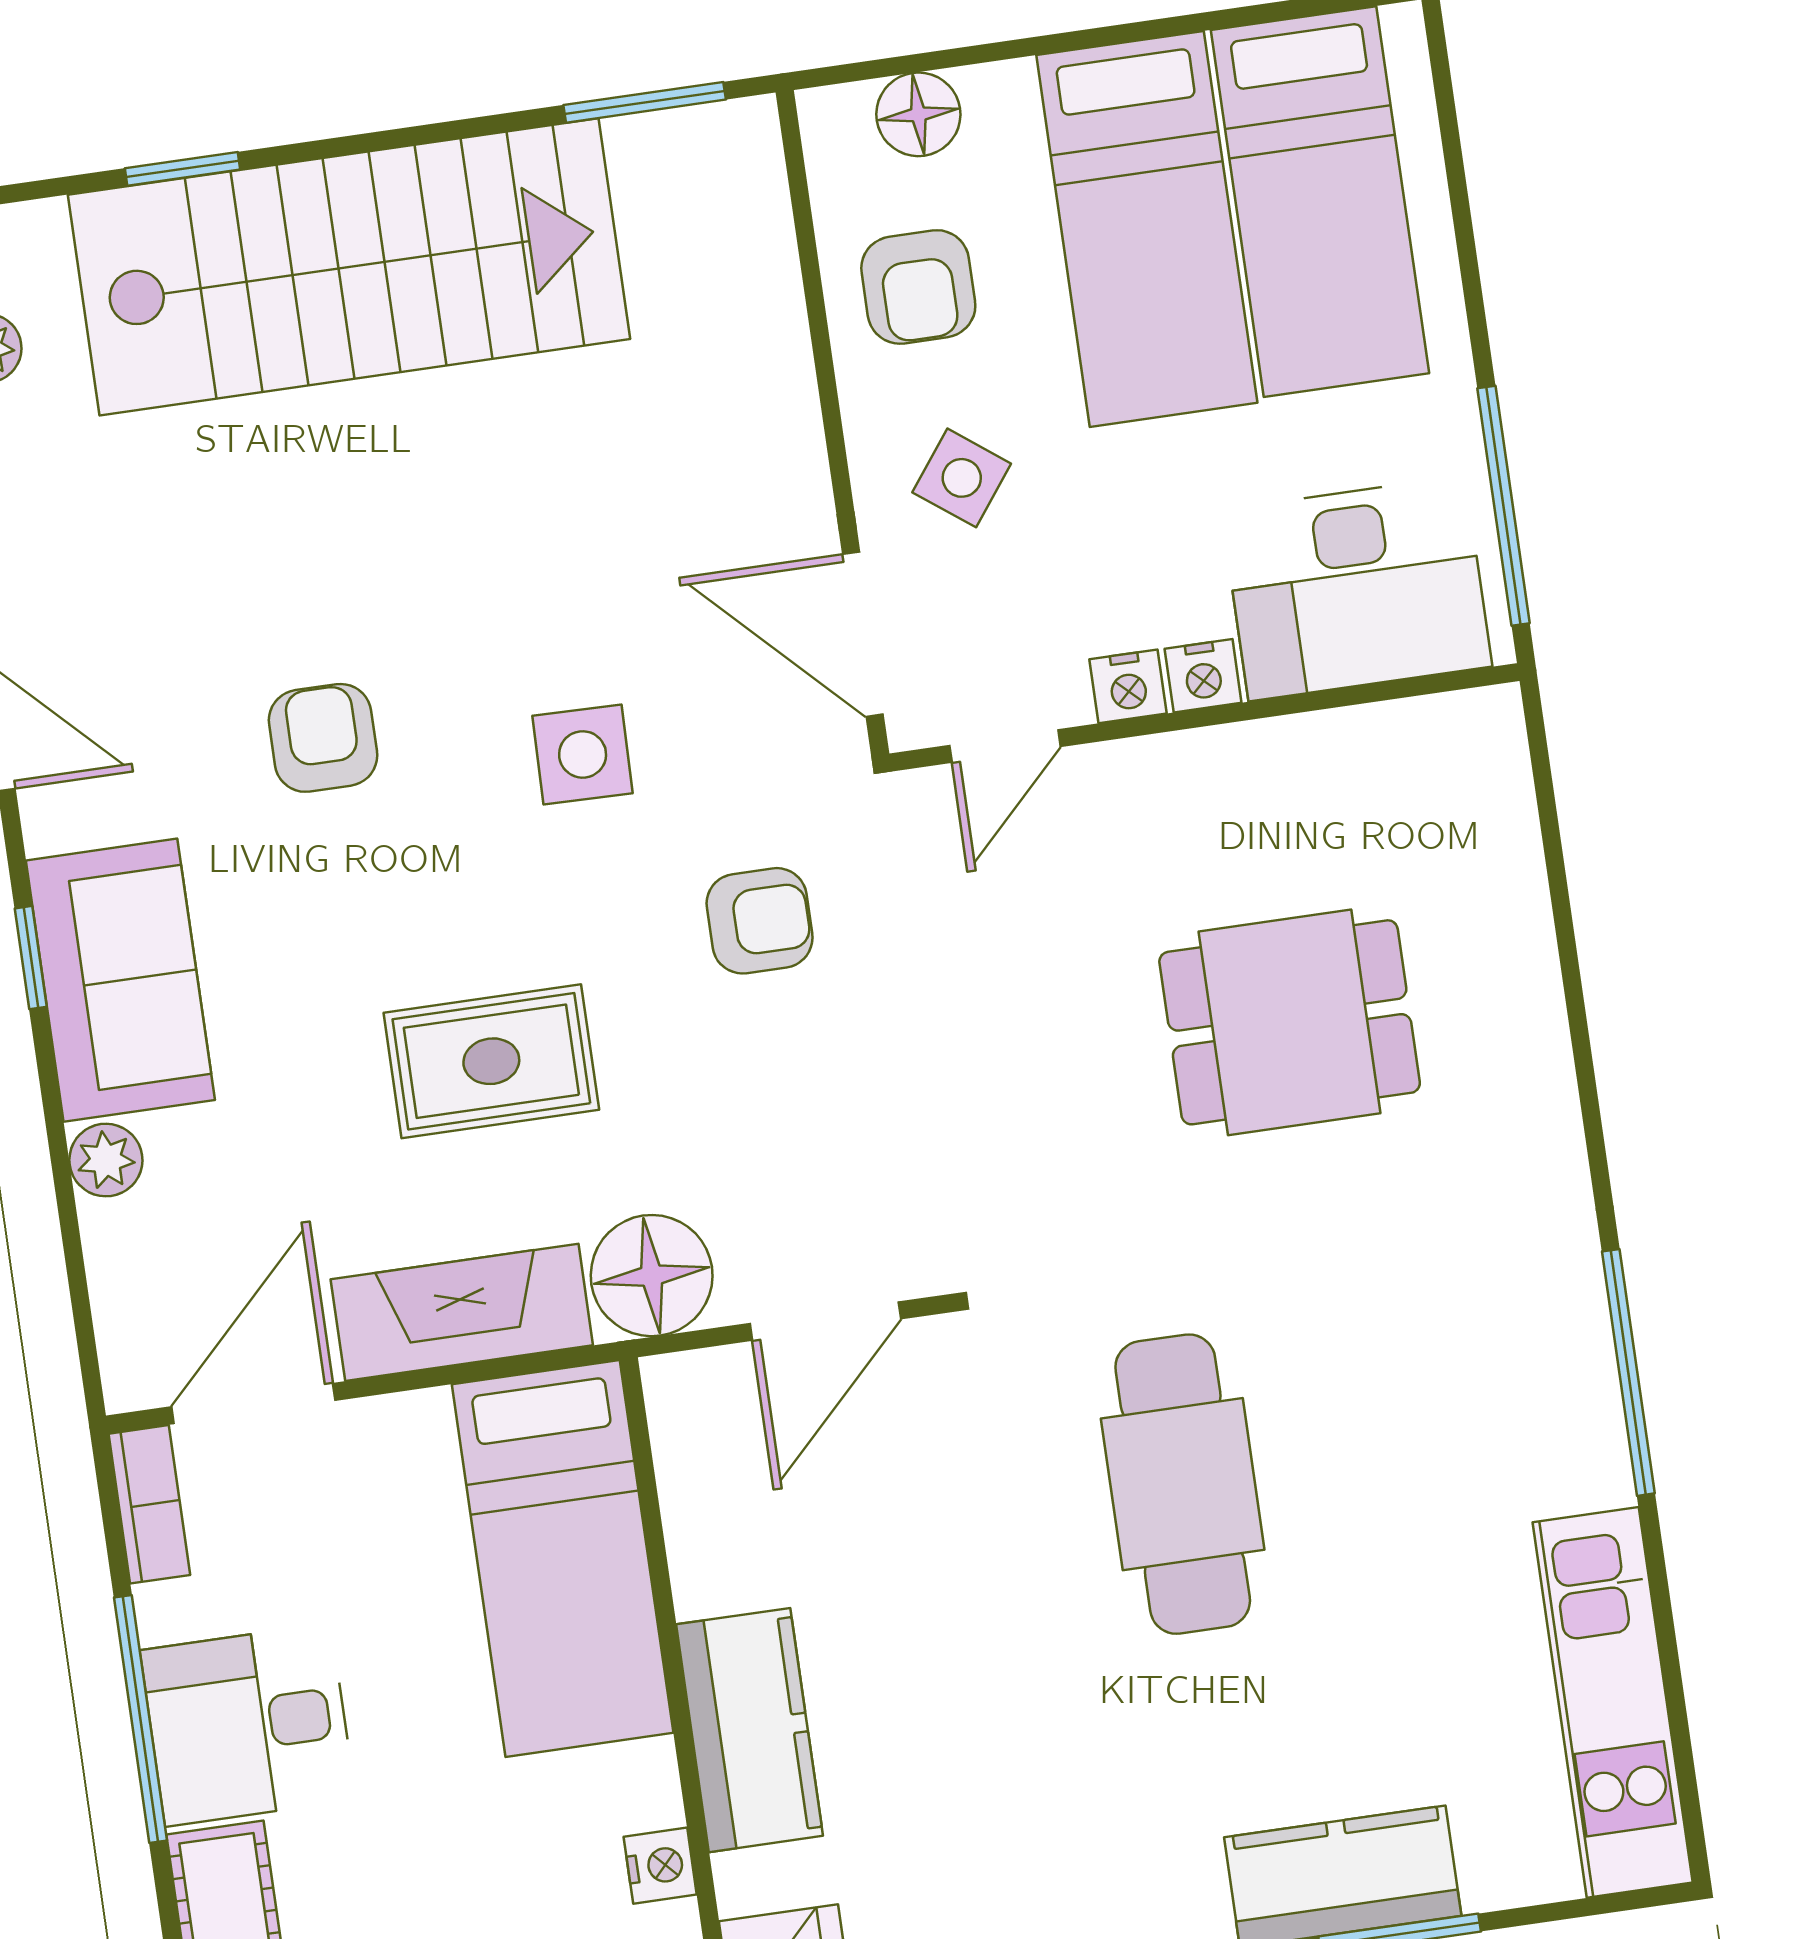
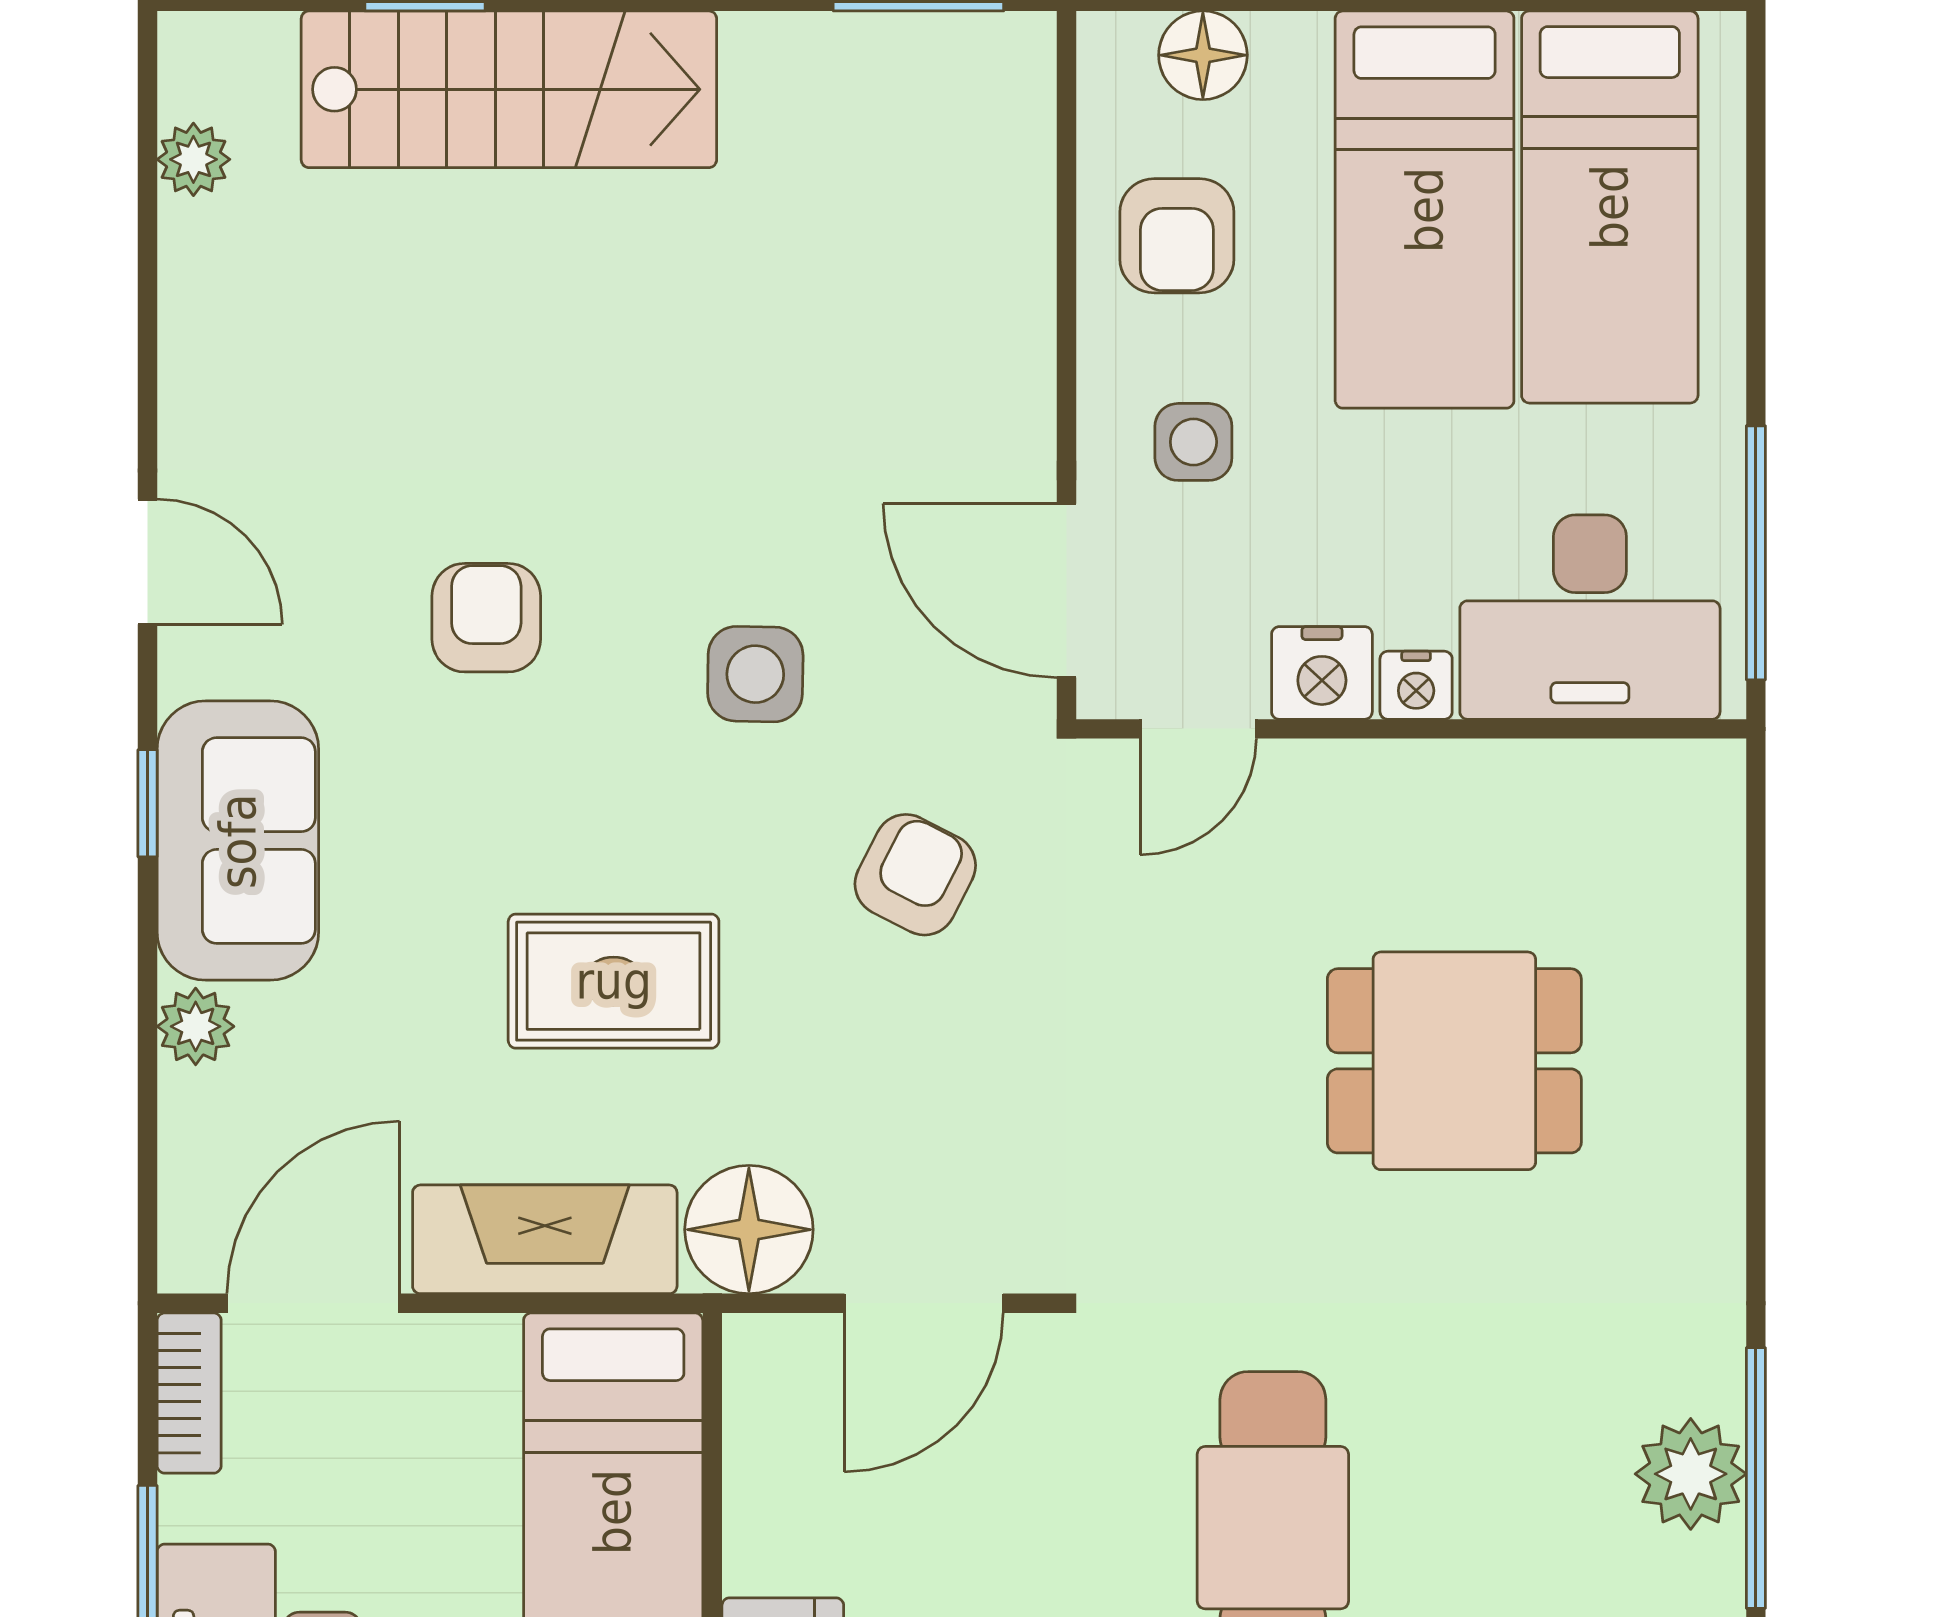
stairs: (349, 267) -> (509, 89), width x0.73, depth x0.66
side table: (962, 478) -> (1193, 442), turned -37
nightstand: (1128, 686) -> (1322, 673), width x1.39, depth x1.35
armchair: (760, 921) -> (915, 875), turned -63
plant: (1567, 1377) -> (1691, 1474), added

